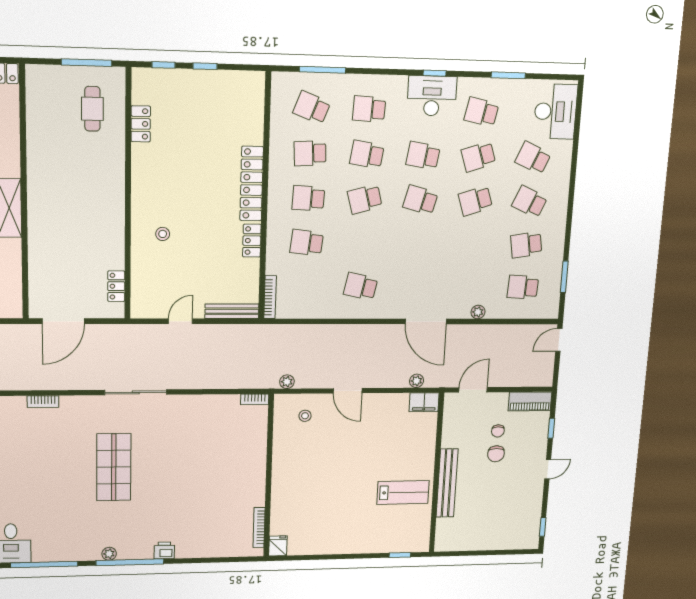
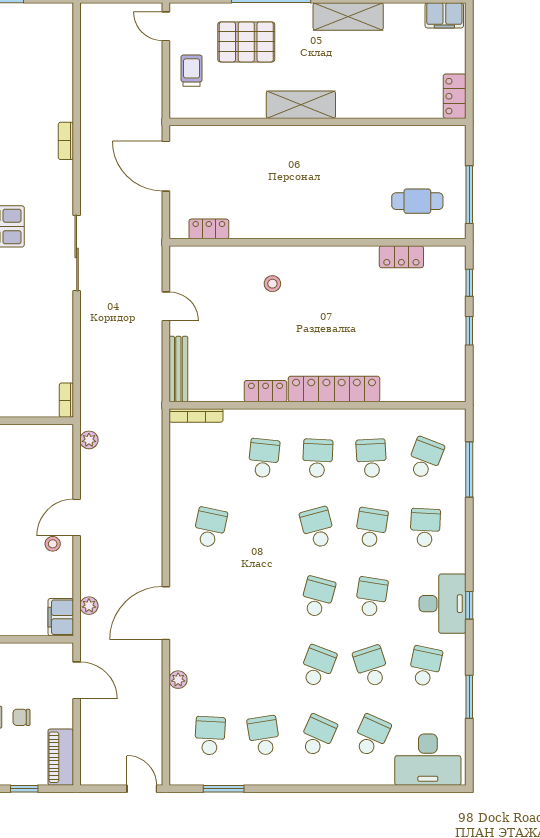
school desk: (475, 201) -> (318, 666), turned 39
stool: (305, 416) -> (53, 544), moved

